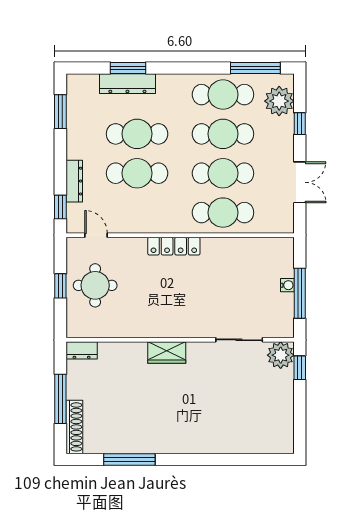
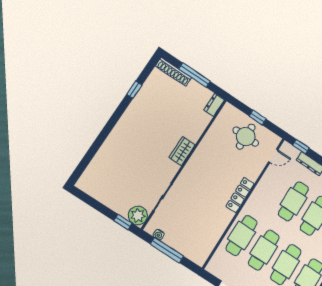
water cooler: (287, 285) -> (159, 235), moved
window: (129, 460) -> (134, 90), width x0.46

